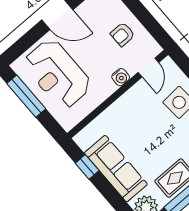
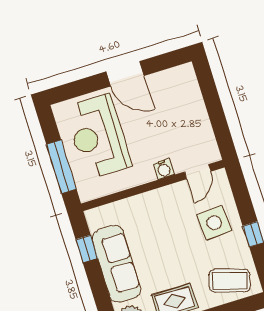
armchair: (123, 34) -> (186, 124), removed
window: (26, 96) -> (61, 167), moved

